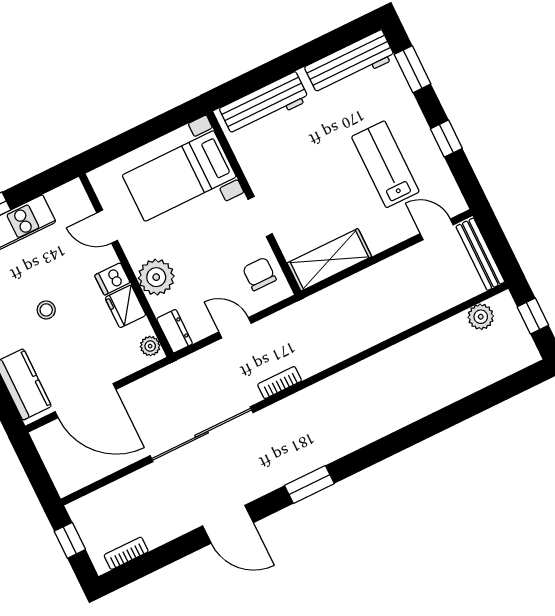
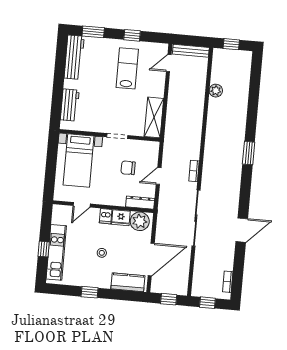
workbench: (264, 104) -> (70, 105), width x0.73
lab bench: (385, 164) -> (127, 68), turned 90
chair: (259, 274) -> (128, 168), moved
plant: (156, 277) -> (116, 197), removed
plant: (481, 317) -> (216, 91), moved
dresser: (175, 331) -> (140, 203), width x1.44
plant: (150, 346) -> (140, 221), width x1.88, depth x1.88
window: (36, 471) -> (169, 299), added
window: (309, 485) -> (249, 153), moved

